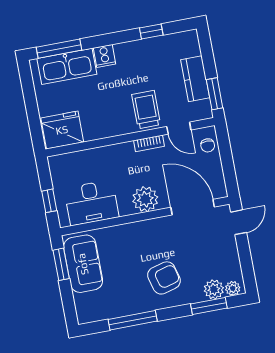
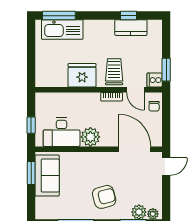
cooker: (105, 56) -> (155, 80), moved, turned 90
kitchen counter: (195, 79) -> (131, 28), moved, turned -90
fridge: (62, 130) -> (82, 75), moved
plant: (145, 199) -> (90, 137), moved

